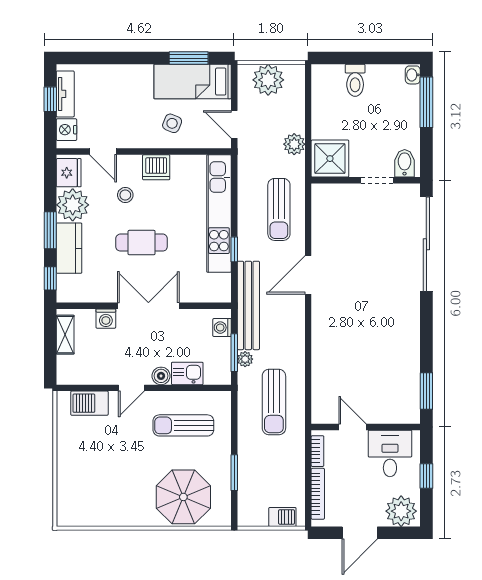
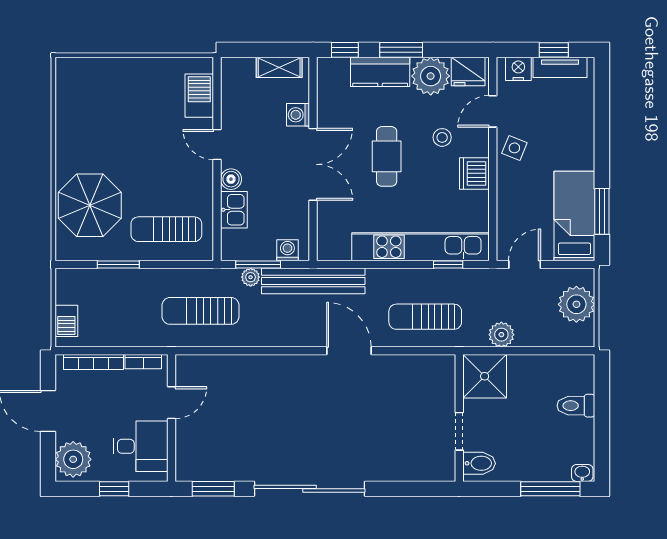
side table: (172, 123) -> (514, 148), moved
sliding door: (426, 244) -> (309, 489), moved
window: (234, 249) -> (448, 265), moved
sun lounger: (183, 425) -> (166, 229), moved, turned -90

